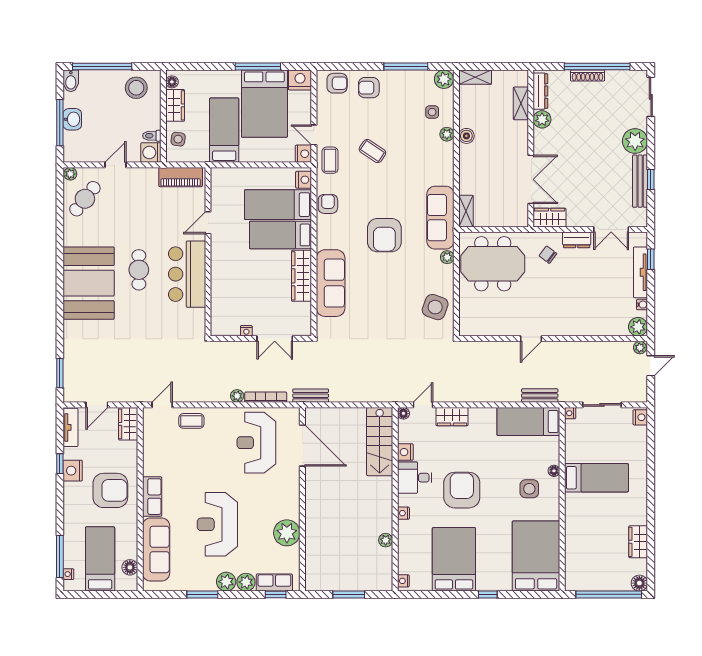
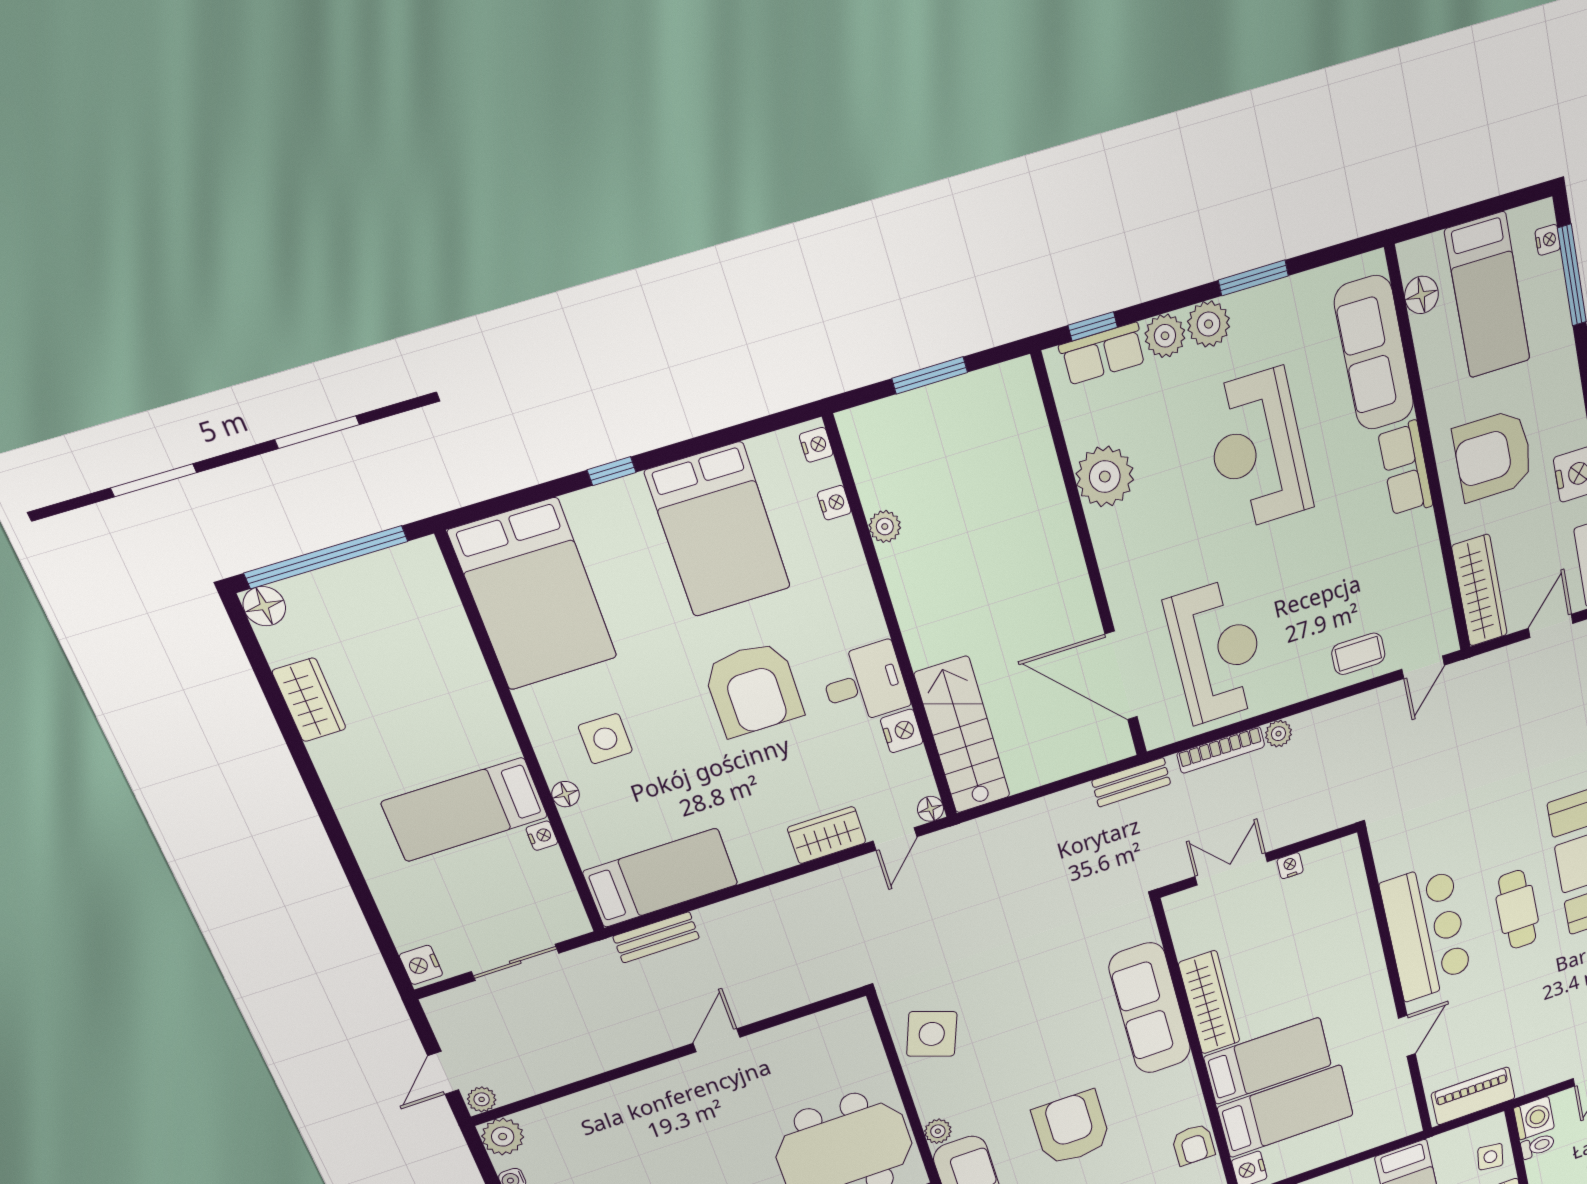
nightstand: (570, 413) -> (542, 836), moved
wardrobe: (128, 424) -> (1480, 590), width x1.50
nightstand: (403, 513) -> (834, 503), moved
reception desk: (217, 524) -> (1257, 450), turned 180

